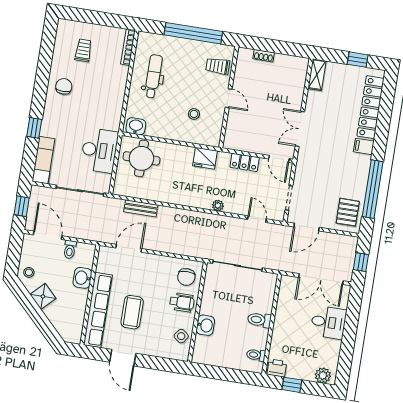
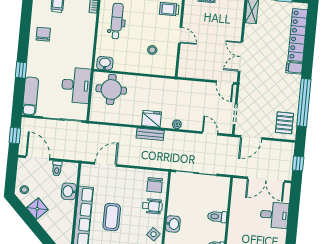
fridge: (205, 158) -> (152, 119), moved, turned 180
locker: (245, 162) -> (197, 87), removed
bench: (141, 208) -> (150, 134), moved

